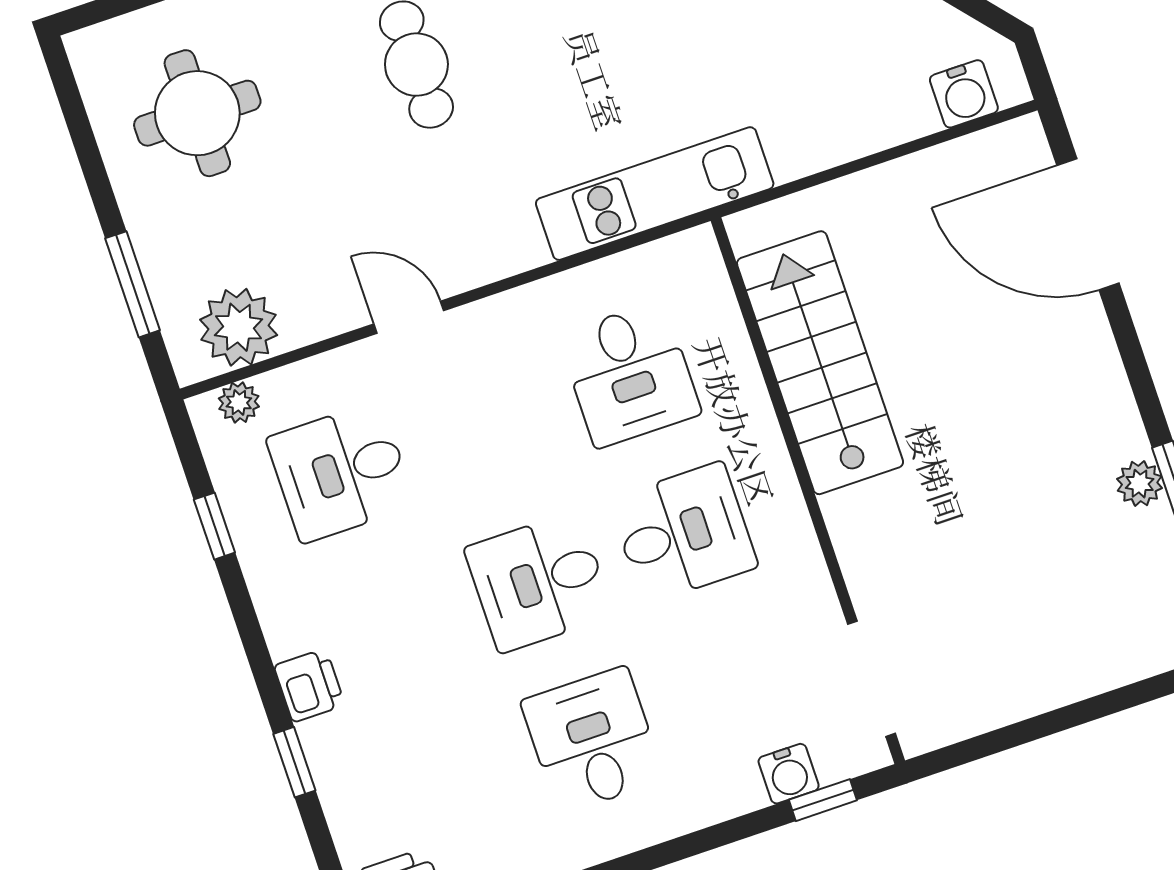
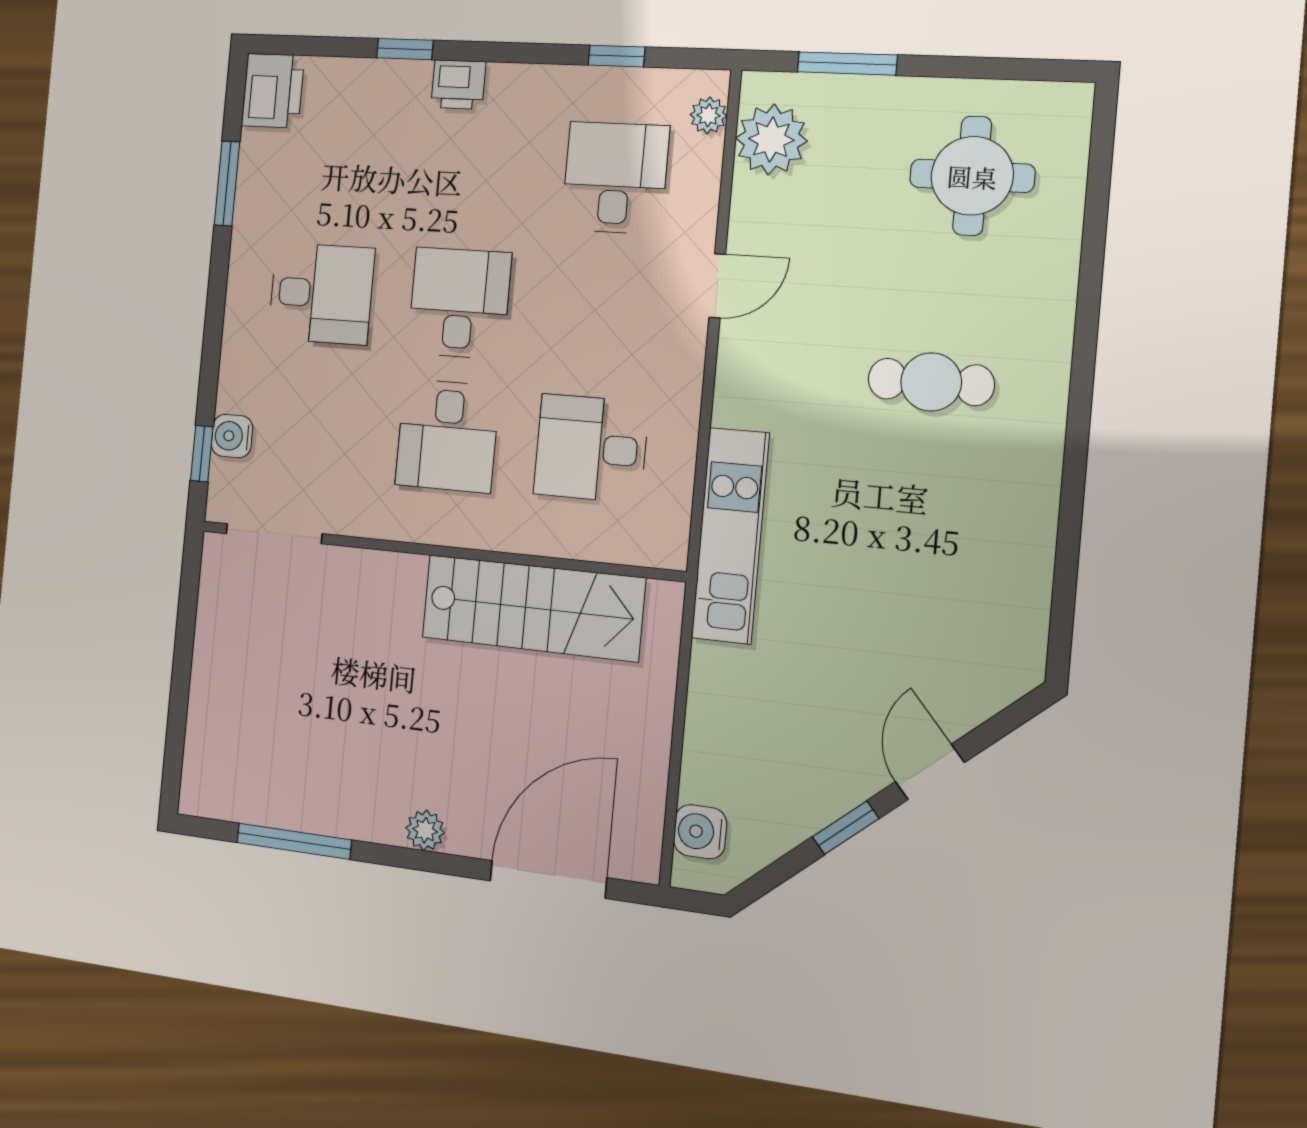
plant: (1140, 484) -> (425, 830), moved

